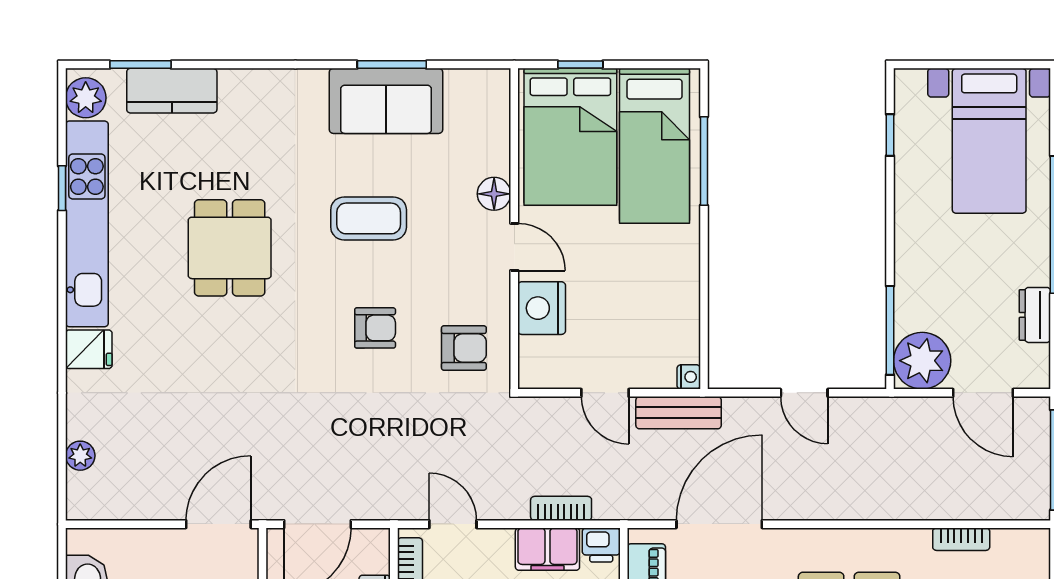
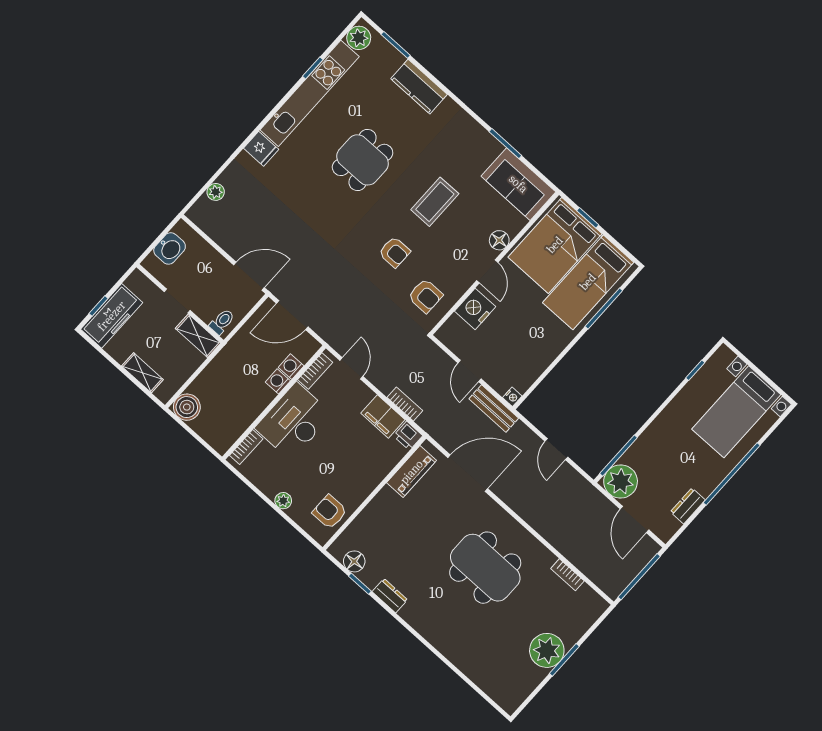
kitchen counter: (172, 91) -> (419, 87), moved
sofa: (386, 101) -> (518, 184), moved
coffee table: (369, 218) -> (435, 202), turned 90

